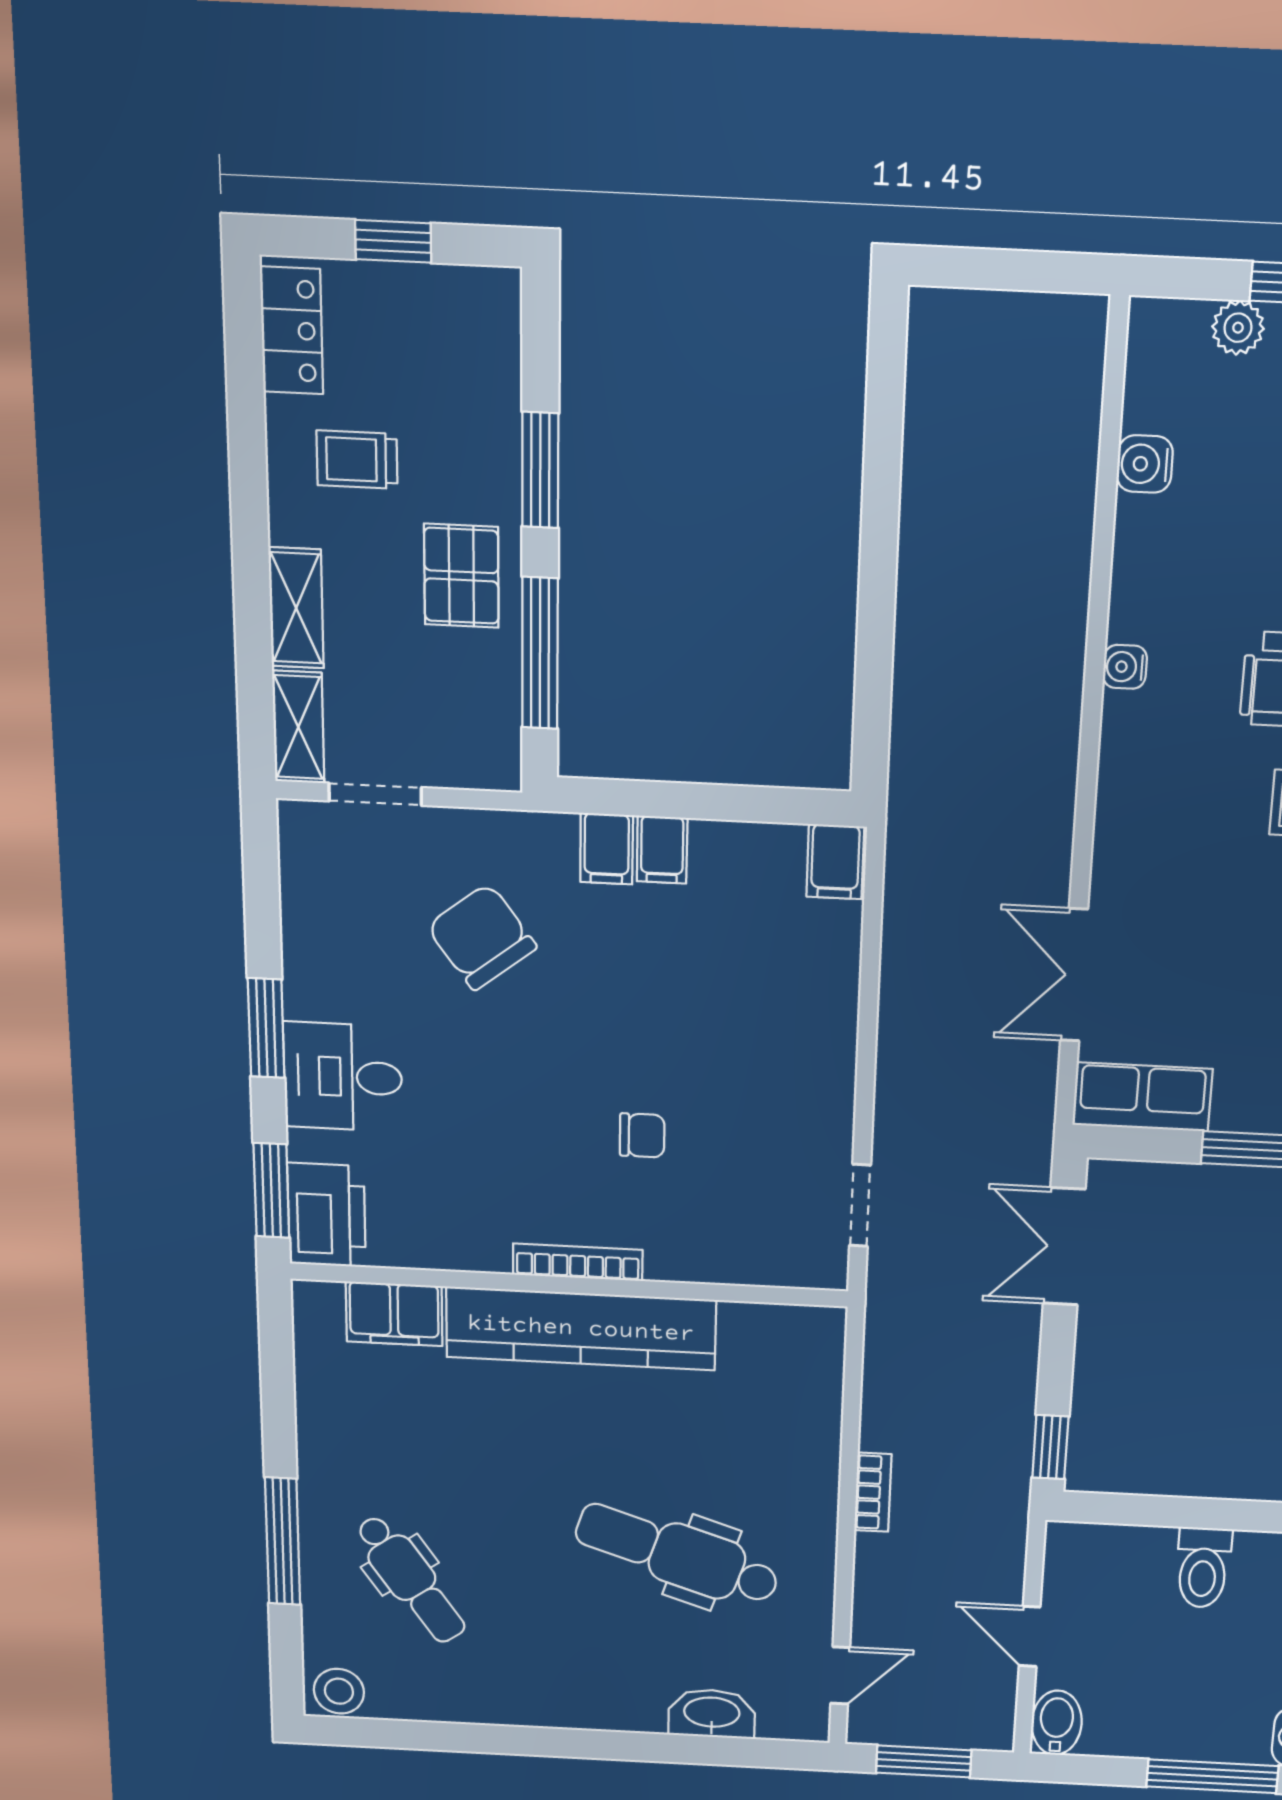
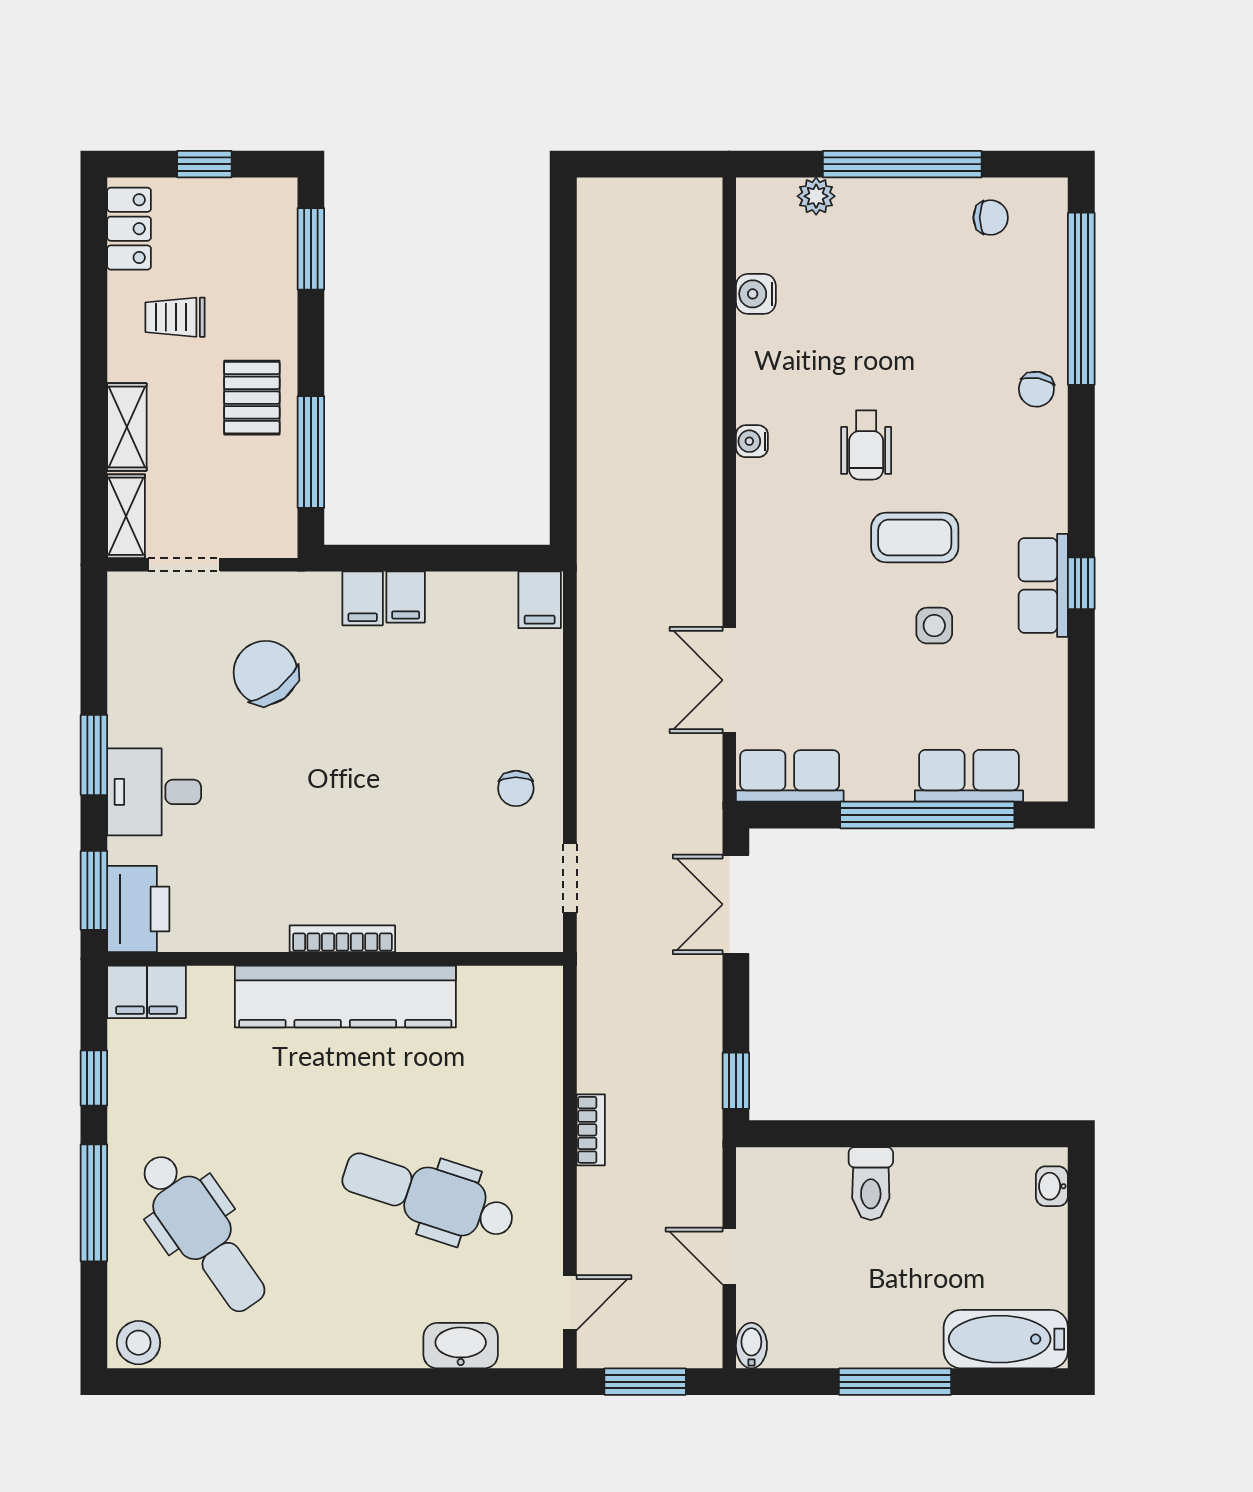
window: (540, 470) -> (311, 249), moved
chair: (642, 1135) -> (516, 788), moved, turned 90
filing cabinet: (394, 1314) -> (147, 992), moved
window: (278, 1405) -> (94, 1078), added
dental chair: (411, 1579) -> (202, 1232), width x1.36, depth x1.38
bidet: (1057, 1723) -> (751, 1346), width x0.72, depth x0.74

